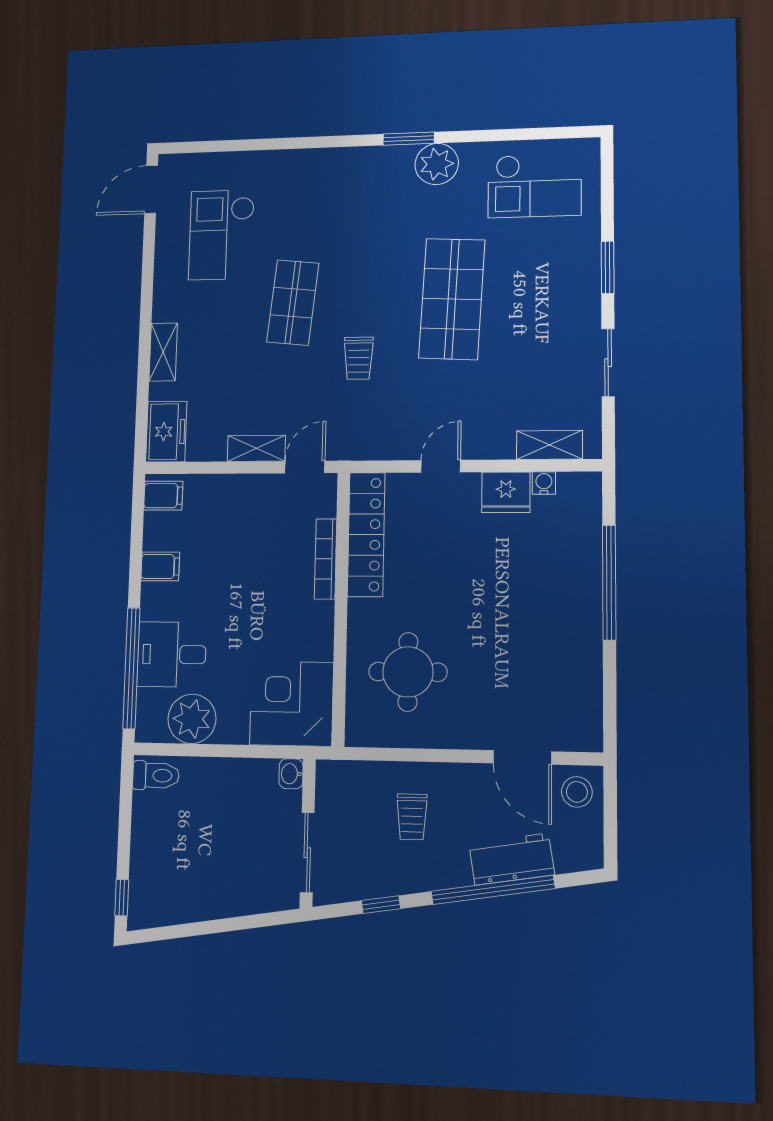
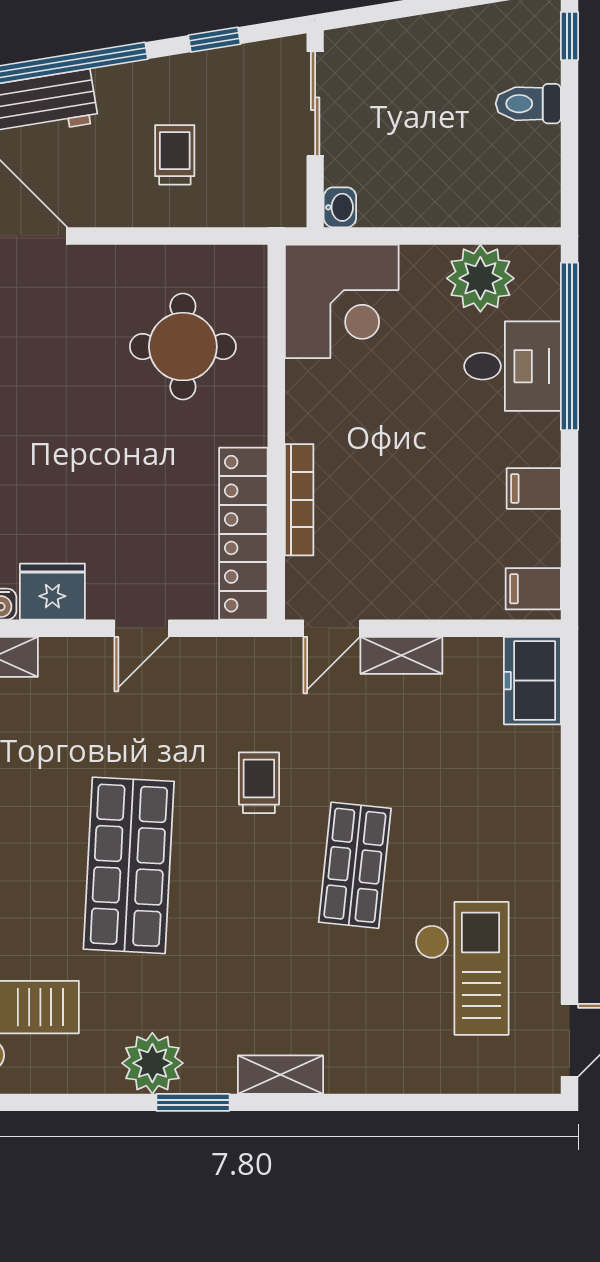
shelving: (163, 352) -> (280, 1075), moved, turned 90
toilet: (156, 775) -> (528, 104), moved

